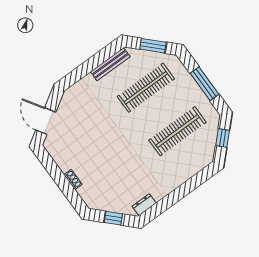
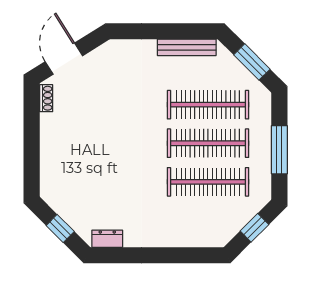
clothes rail: (162, 109) -> (208, 143), added
shoe rack: (73, 180) -> (46, 98), moved

